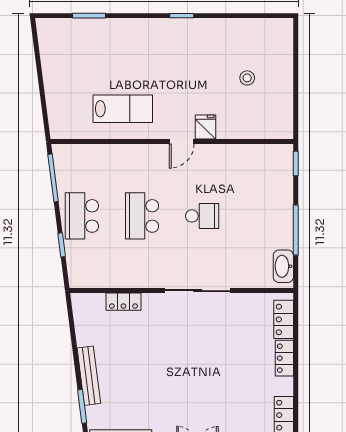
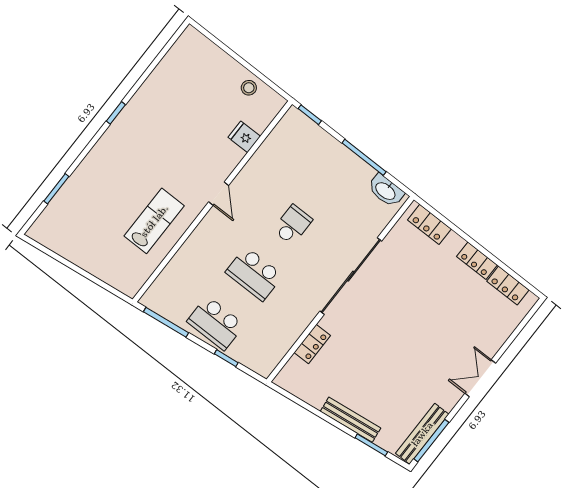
stool: (247, 78) -> (249, 88), moved
fridge: (205, 127) -> (244, 137), moved
sliding door: (198, 291) -> (351, 276), width x1.36
locker: (284, 358) -> (477, 261), moved

